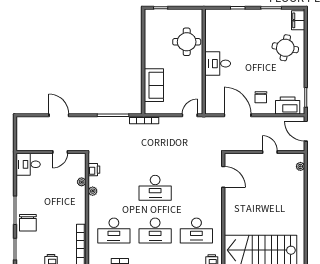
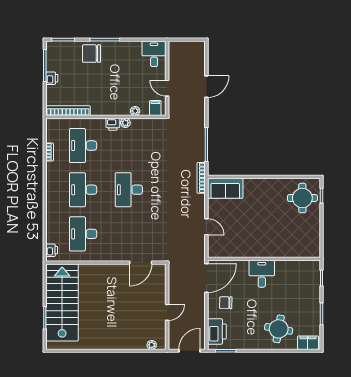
round table: (187, 42) -> (302, 198), moved
wall: (204, 62) -> (264, 259), moved
desk: (218, 64) -> (262, 274), moved
sofa: (154, 85) -> (225, 188), moved
filing cabinet: (79, 163) -> (155, 108), added
printer: (94, 170) -> (113, 124), moved

